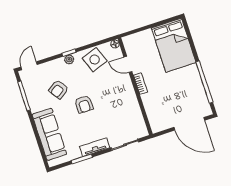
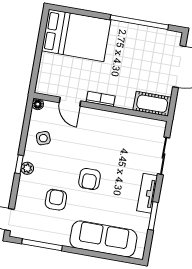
side table: (95, 60) -> (43, 138), width x0.54, depth x0.54
door: (128, 64) -> (70, 102), hinge flipped
armchair: (59, 89) -> (56, 200), turned -146
armchair: (84, 104) -> (90, 179), turned 90
cot: (155, 119) -> (152, 104), added

